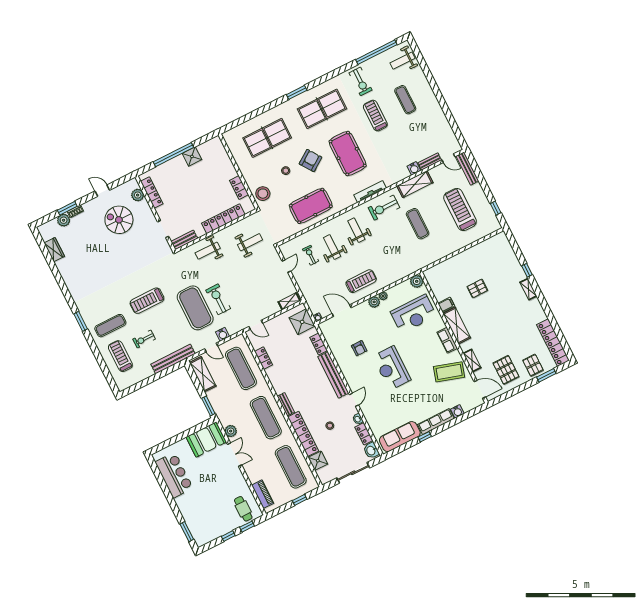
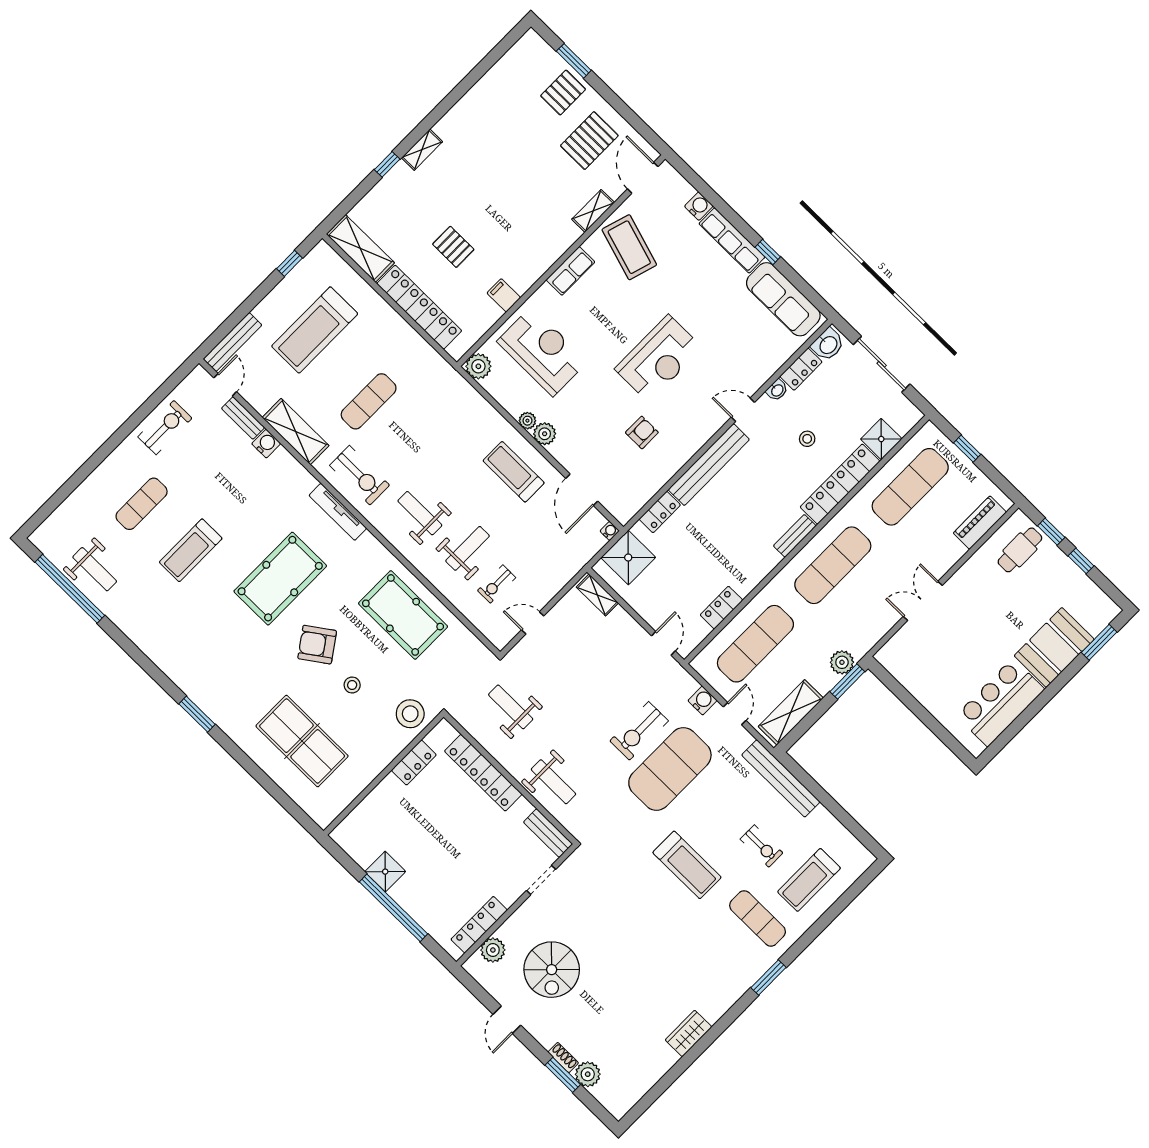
weight bench: (402, 61) -> (95, 569), moved
exercise bike: (360, 81) -> (165, 428), moved
table tennis table: (322, 109) -> (212, 656), removed
weight bench: (356, 230) -> (420, 513), turned 90
weight bench: (332, 247) -> (468, 548), turned 180
wardrobe: (54, 250) -> (688, 1033), moved
shelving: (457, 325) -> (360, 248), moved, turned 90
locker: (553, 343) -> (419, 307), moved, turned -90
plant: (231, 431) -> (842, 662), moved
booth: (206, 440) -> (1054, 647), moved, turned 90

